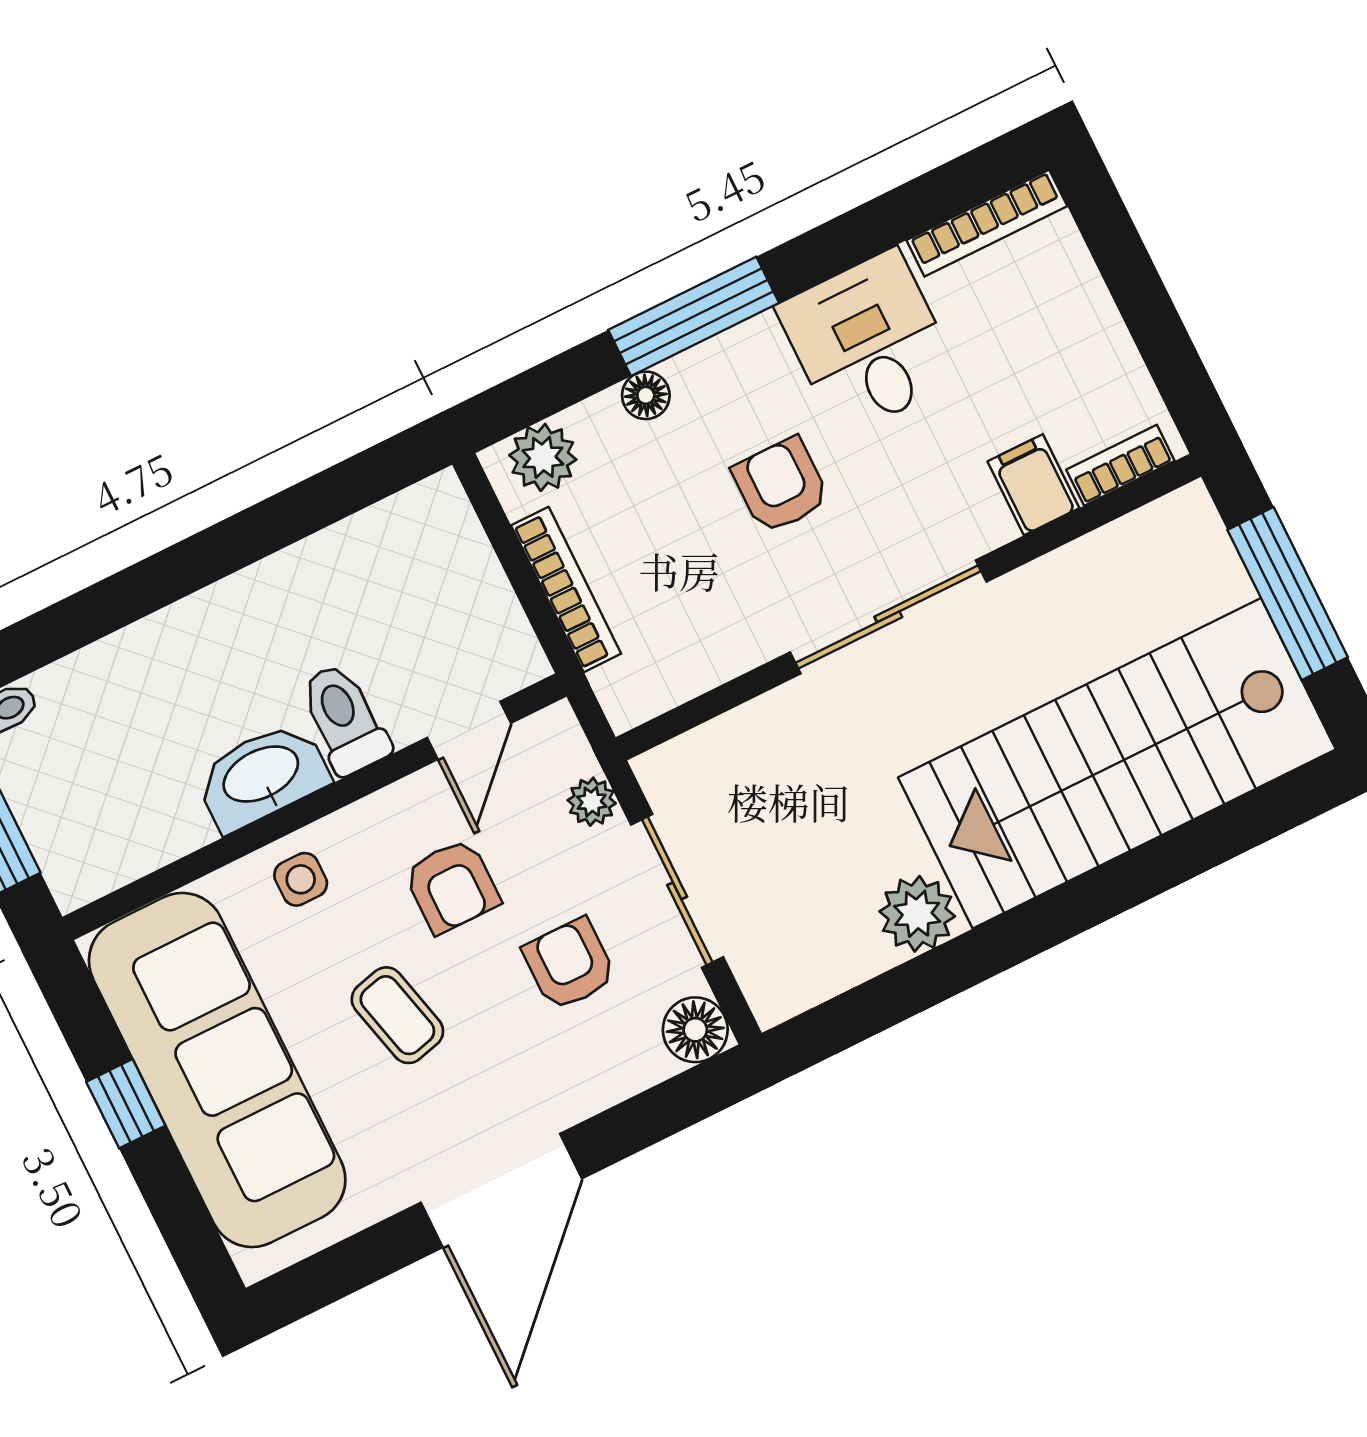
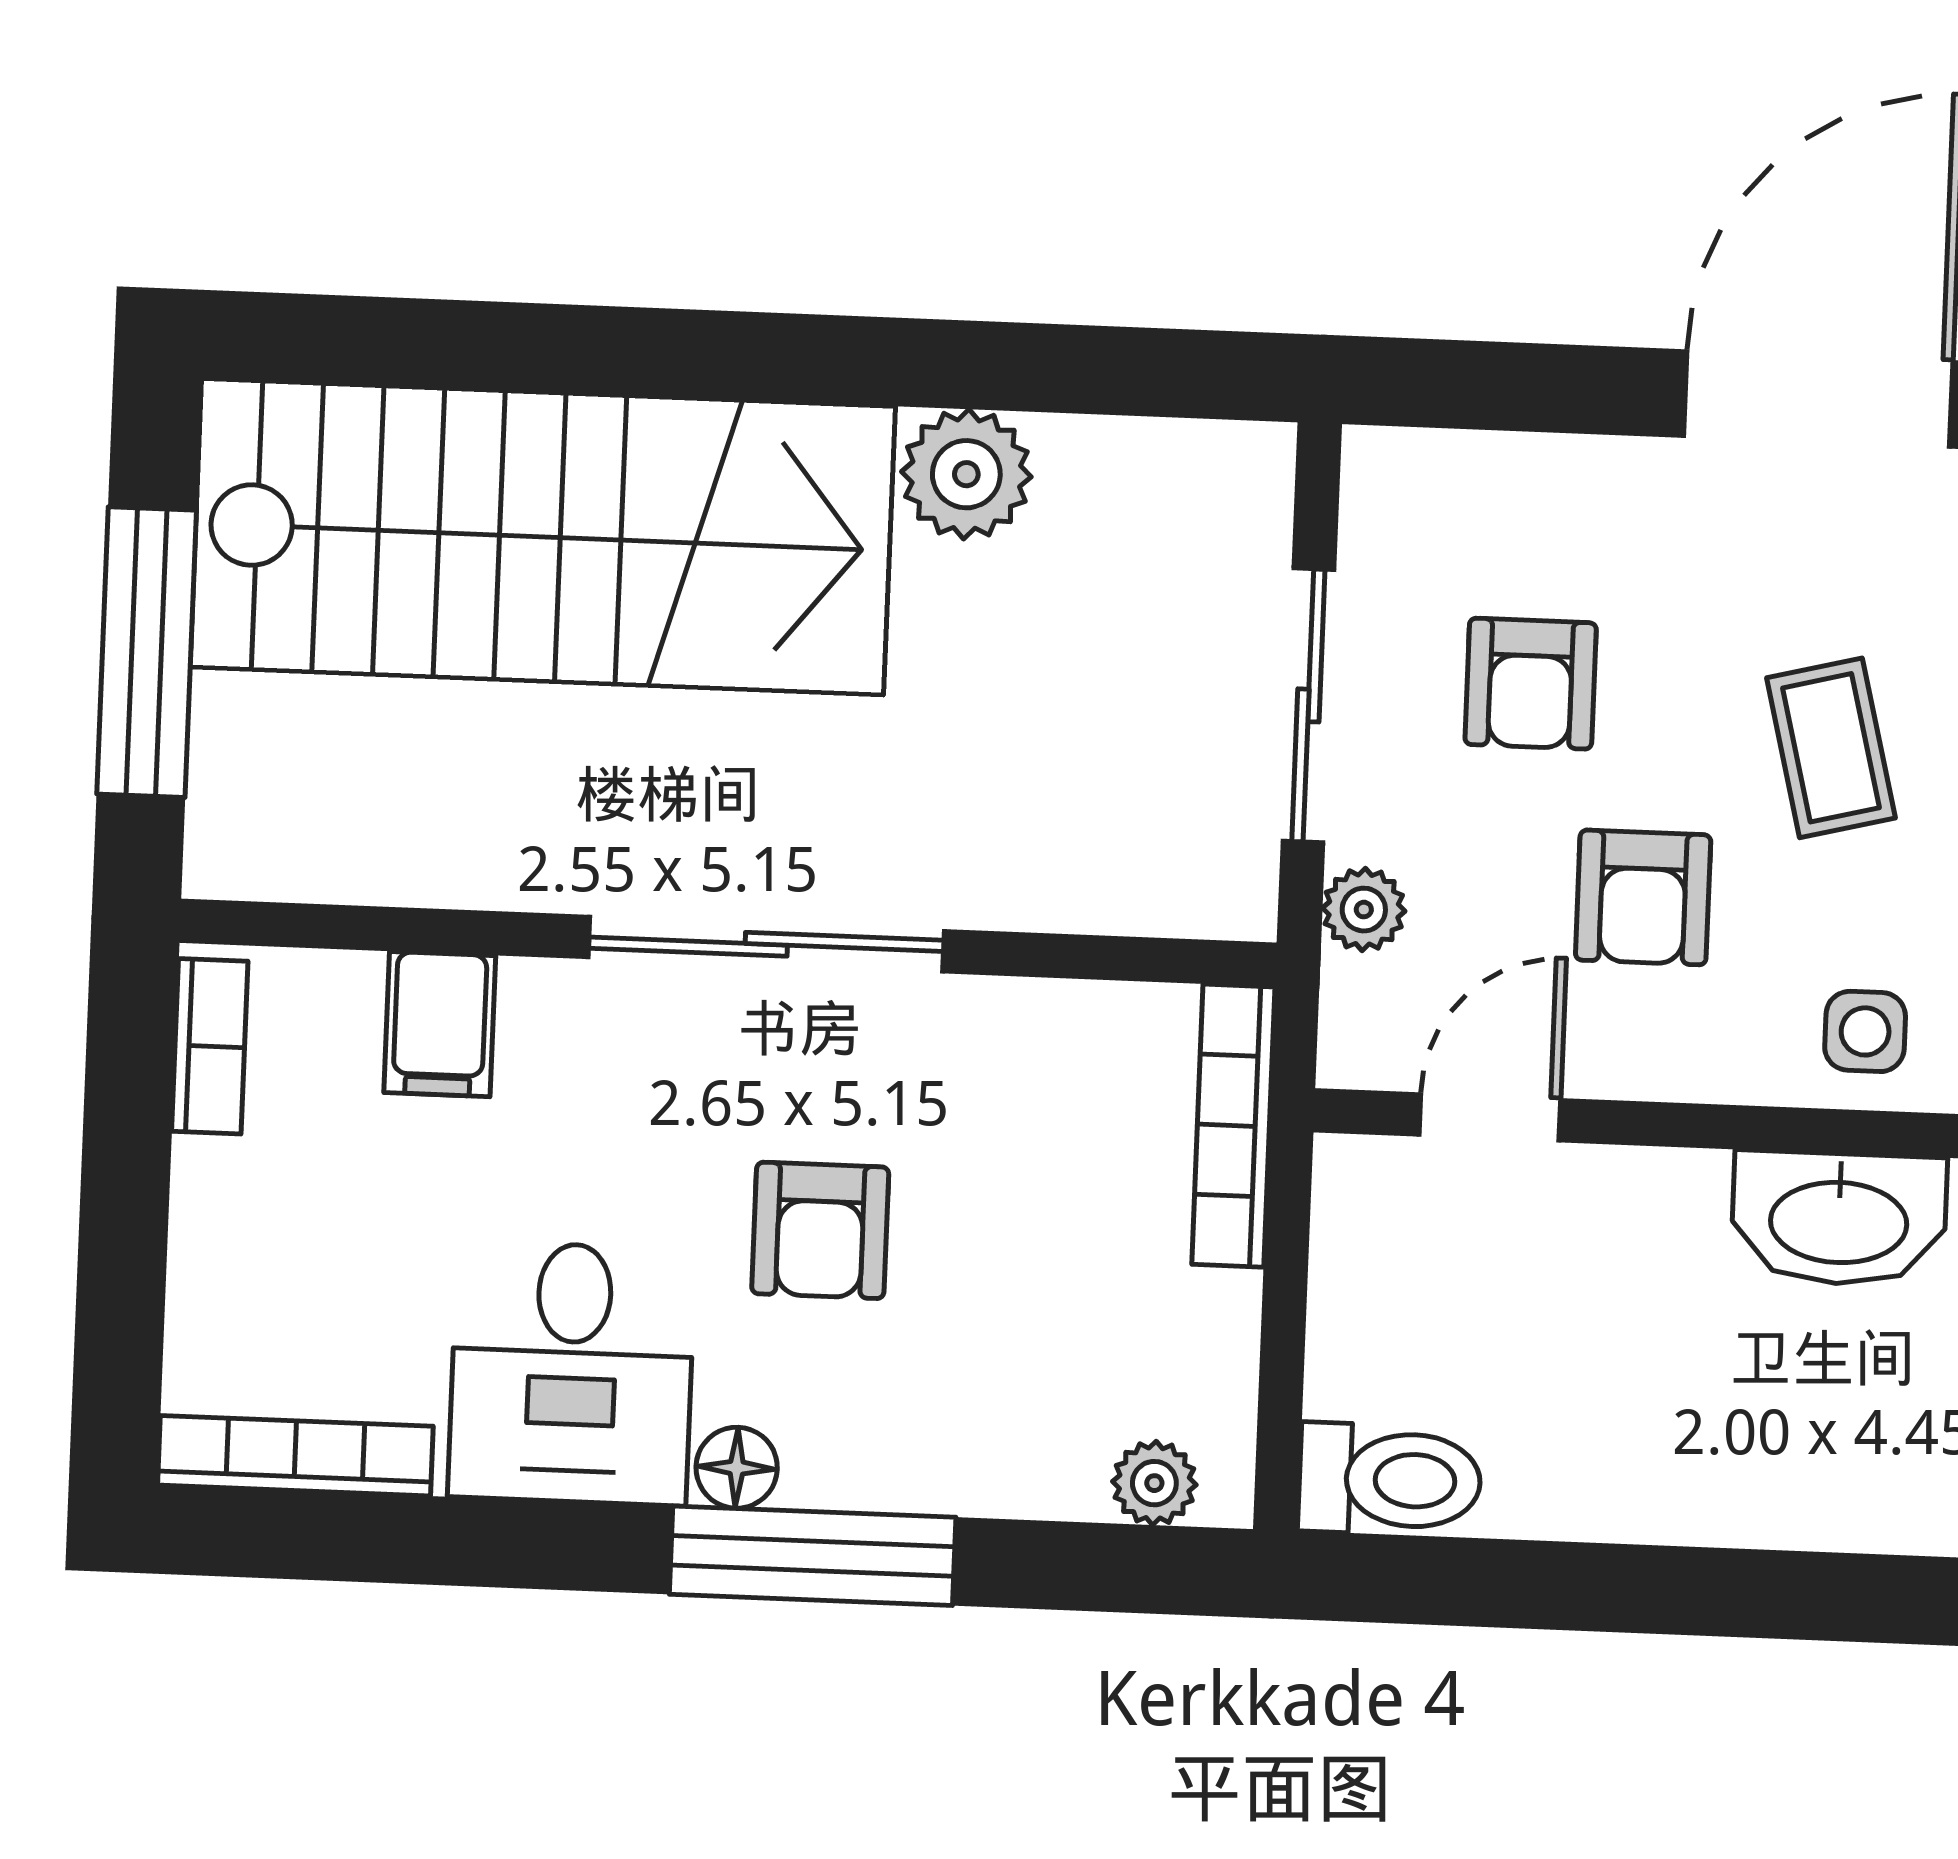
floor lamp: (646, 395) -> (737, 1468), moved
plant: (543, 457) -> (1154, 1483), width x0.73, depth x0.73
bookcase: (1120, 465) -> (210, 1046), moved, turned -90
bookcase: (566, 590) -> (1233, 1126), moved
toilet: (344, 719) -> (1390, 1480), moved, turned -90
armchair: (452, 886) -> (1643, 897), turned 180
floor lamp: (695, 1030) -> (1395, 482), removed

